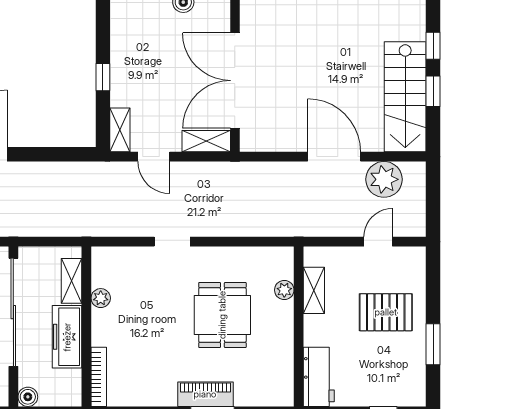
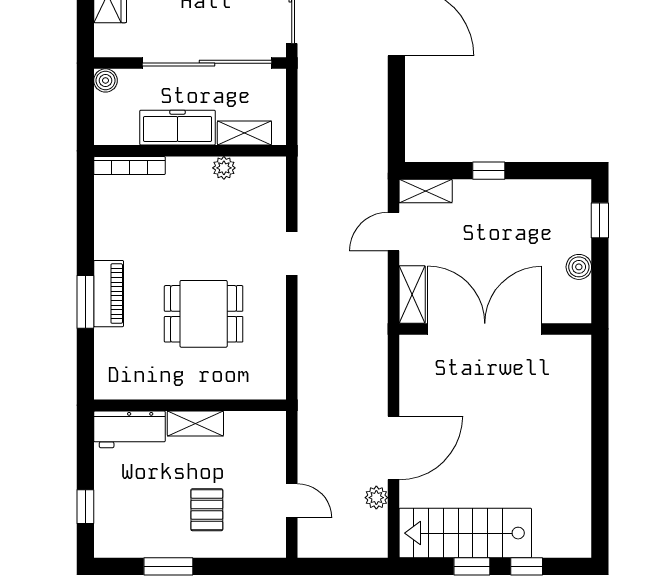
plant: (384, 179) -> (376, 498), width x0.53, depth x0.53
plant: (284, 290) -> (234, 388), removed
shelving: (314, 290) -> (195, 423), moved
pallet: (386, 312) -> (207, 510), width x0.67, depth x0.71

